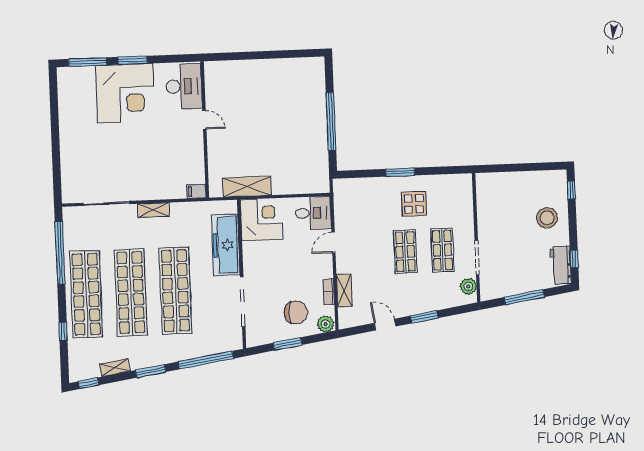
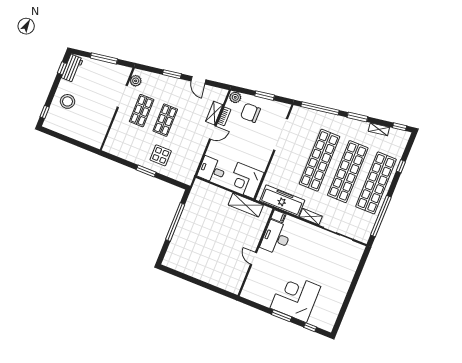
window: (88, 62) -> (310, 327), width x0.46
desk: (184, 86) -> (276, 238), moved
display table: (414, 204) -> (161, 155), moved
door: (333, 242) -> (213, 133), moved
freezer: (226, 245) -> (282, 201), moved, turned -90

